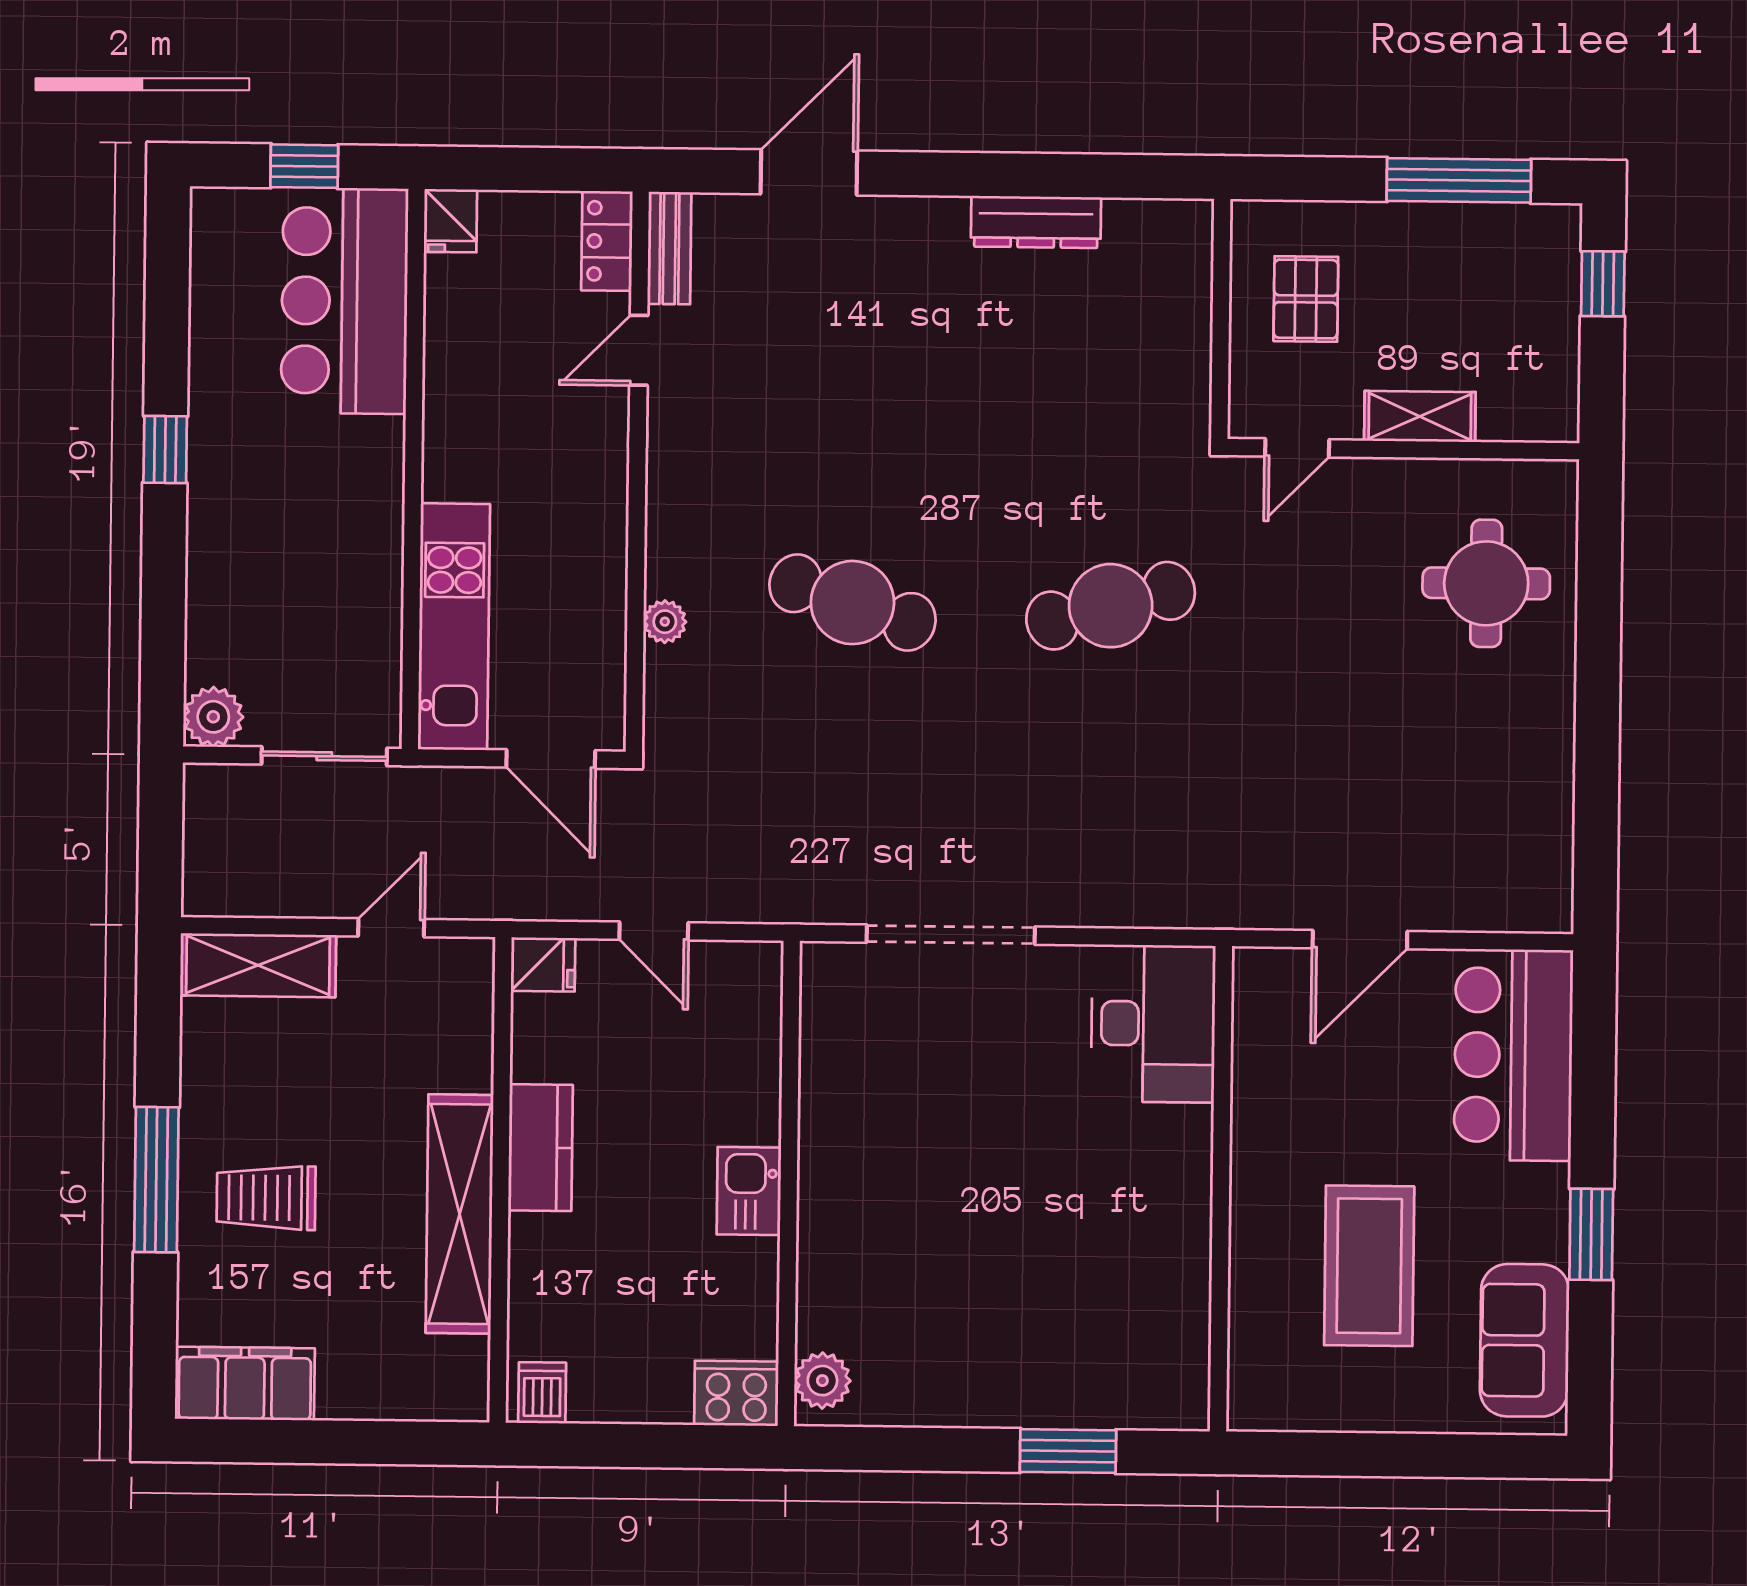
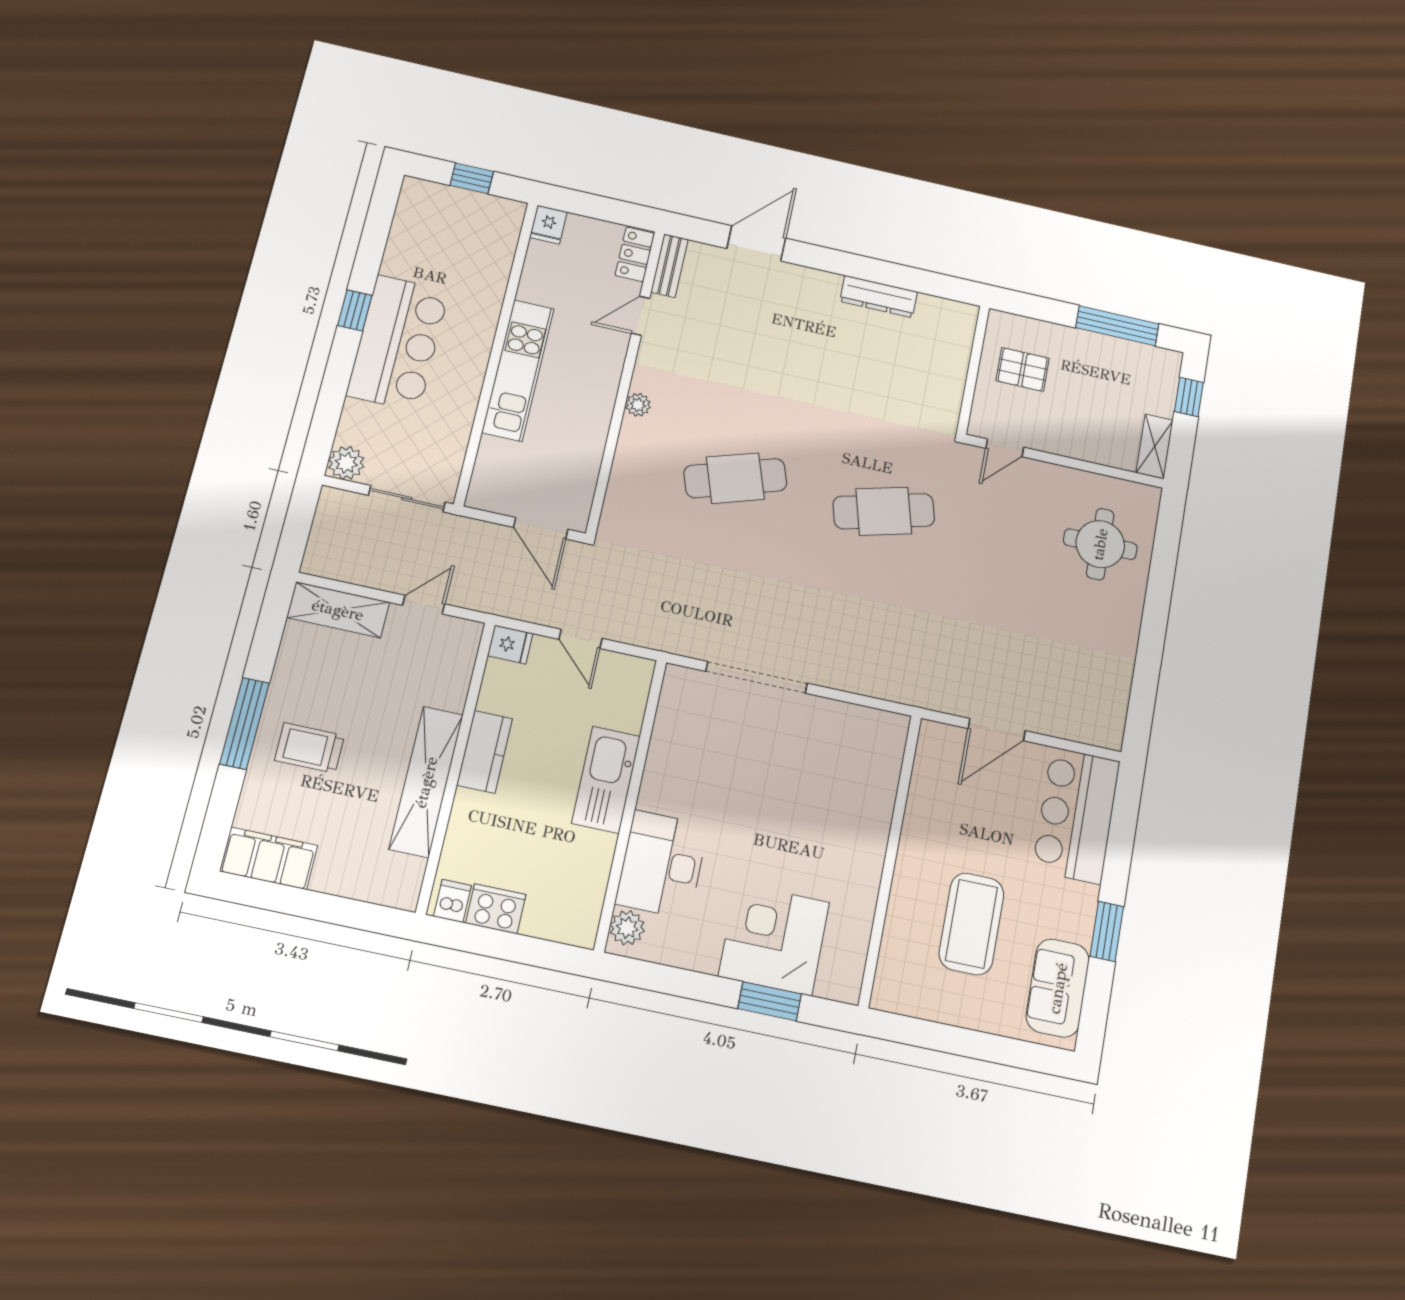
pallet: (1306, 299) -> (1023, 369), turned 90
bar counter: (345, 301) -> (398, 343), moved, turned 180
shelving: (1420, 416) -> (1155, 446), moved, turned 90
cafe table: (852, 603) -> (735, 478), turned -36
plant: (665, 622) -> (638, 405), moved
kitchen unit: (454, 627) -> (518, 370), moved
desk: (1153, 1024) -> (662, 864), moved, turned 180
kitchen sink: (749, 1191) -> (606, 780), width x1.87, depth x1.24
corner desk: (1057, 1353) -> (774, 939), added
cooker: (736, 1393) -> (496, 909), moved

